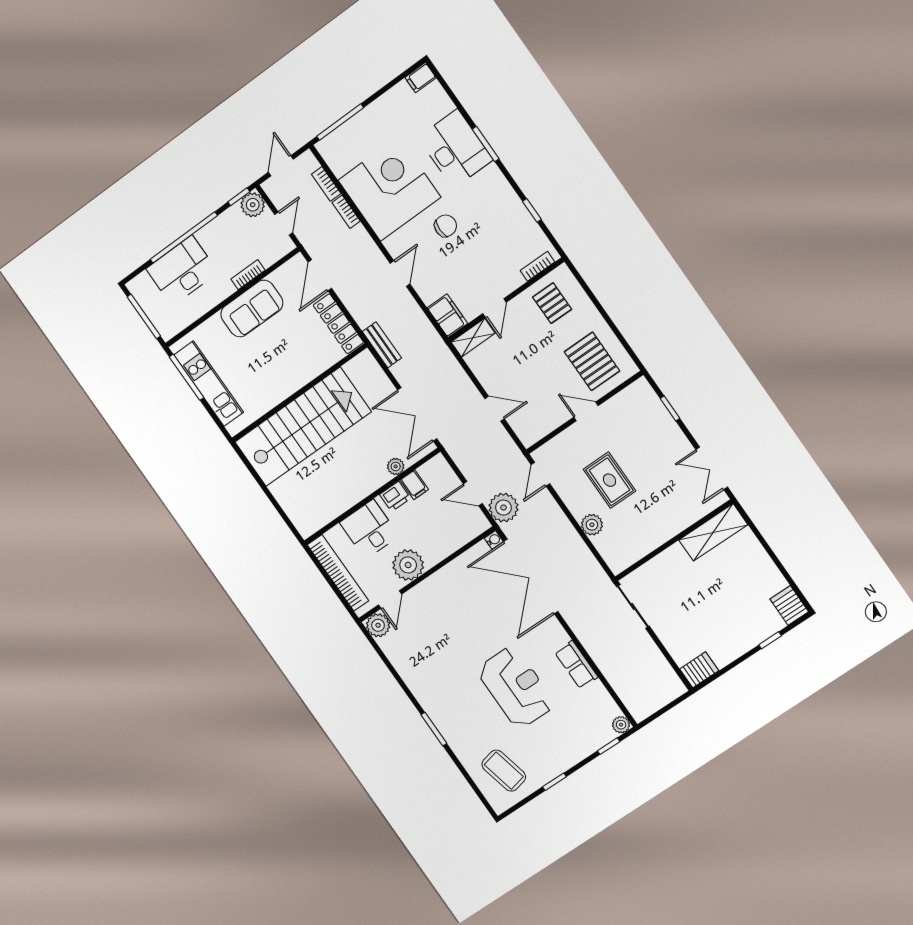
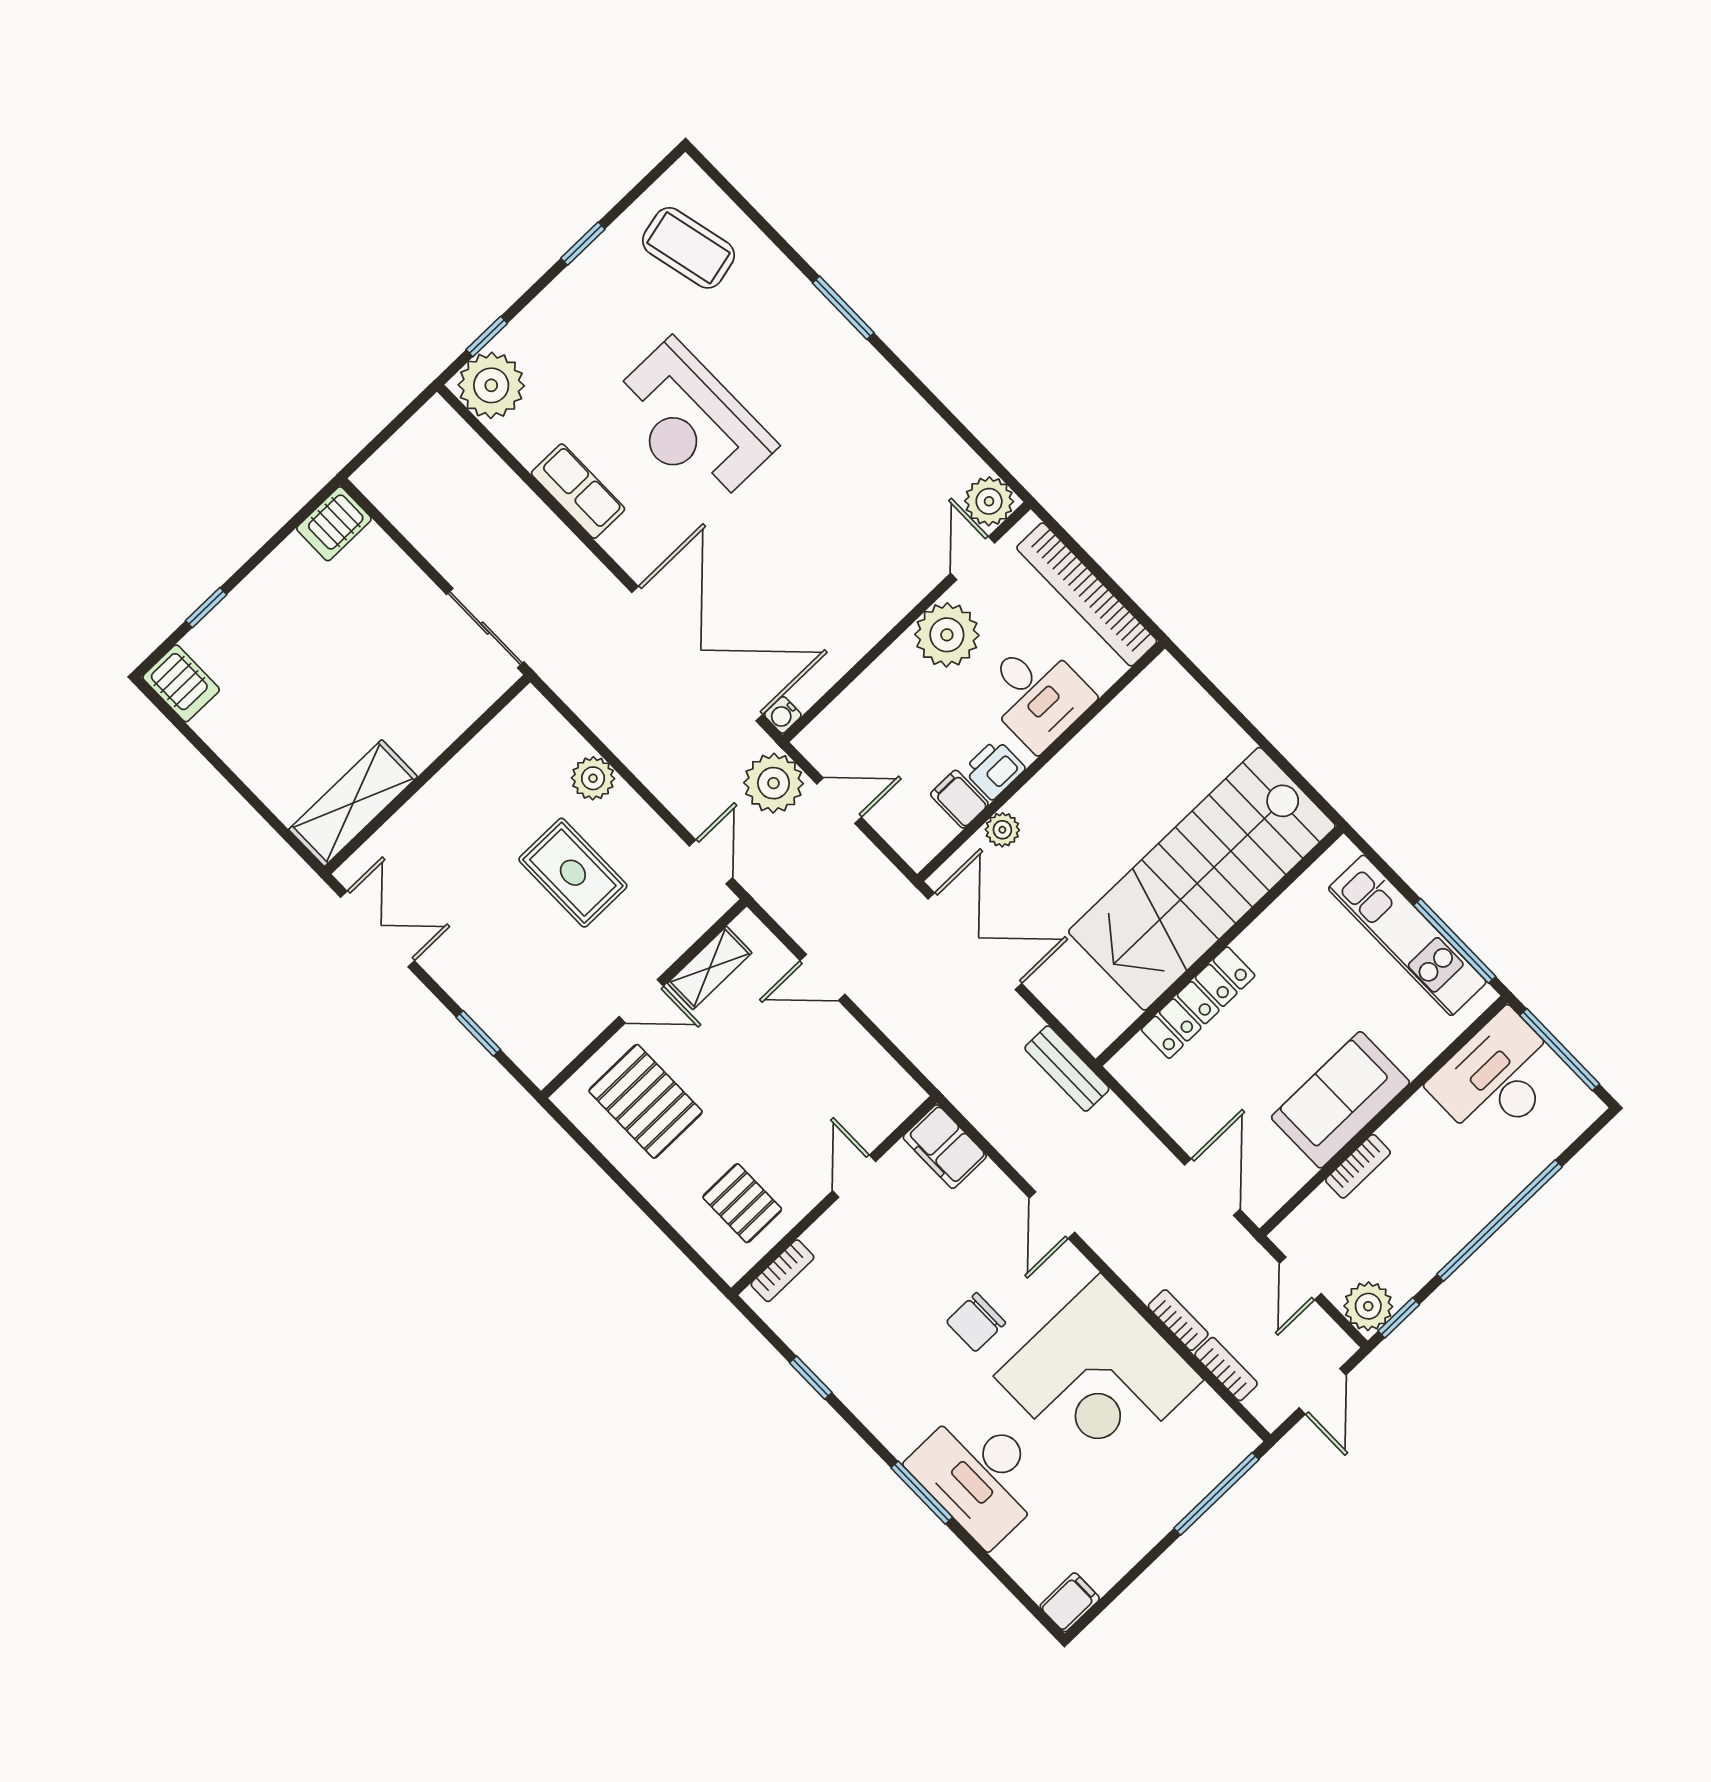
desk: (182, 271) -> (1497, 1078), moved, turned 180
locker: (338, 324) -> (1198, 1003), moved, turned 90
shelving: (473, 338) -> (710, 968), moved
plant: (621, 725) -> (491, 385), width x1.88, depth x1.88

